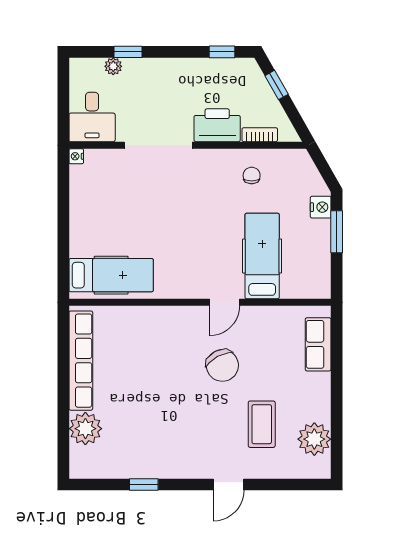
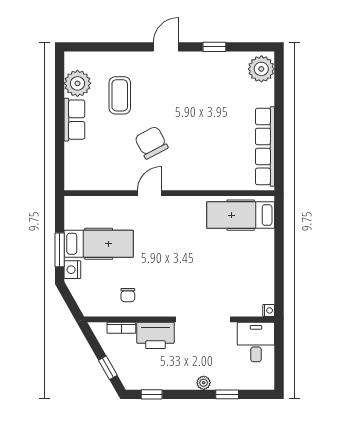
plant: (113, 66) -> (204, 383), moved
hospital bed: (262, 256) -> (99, 244), moved, turned -90
row of seats: (318, 344) -> (74, 120), moved
plant: (85, 429) -> (261, 69), moved
door: (228, 484) -> (166, 47), moved

